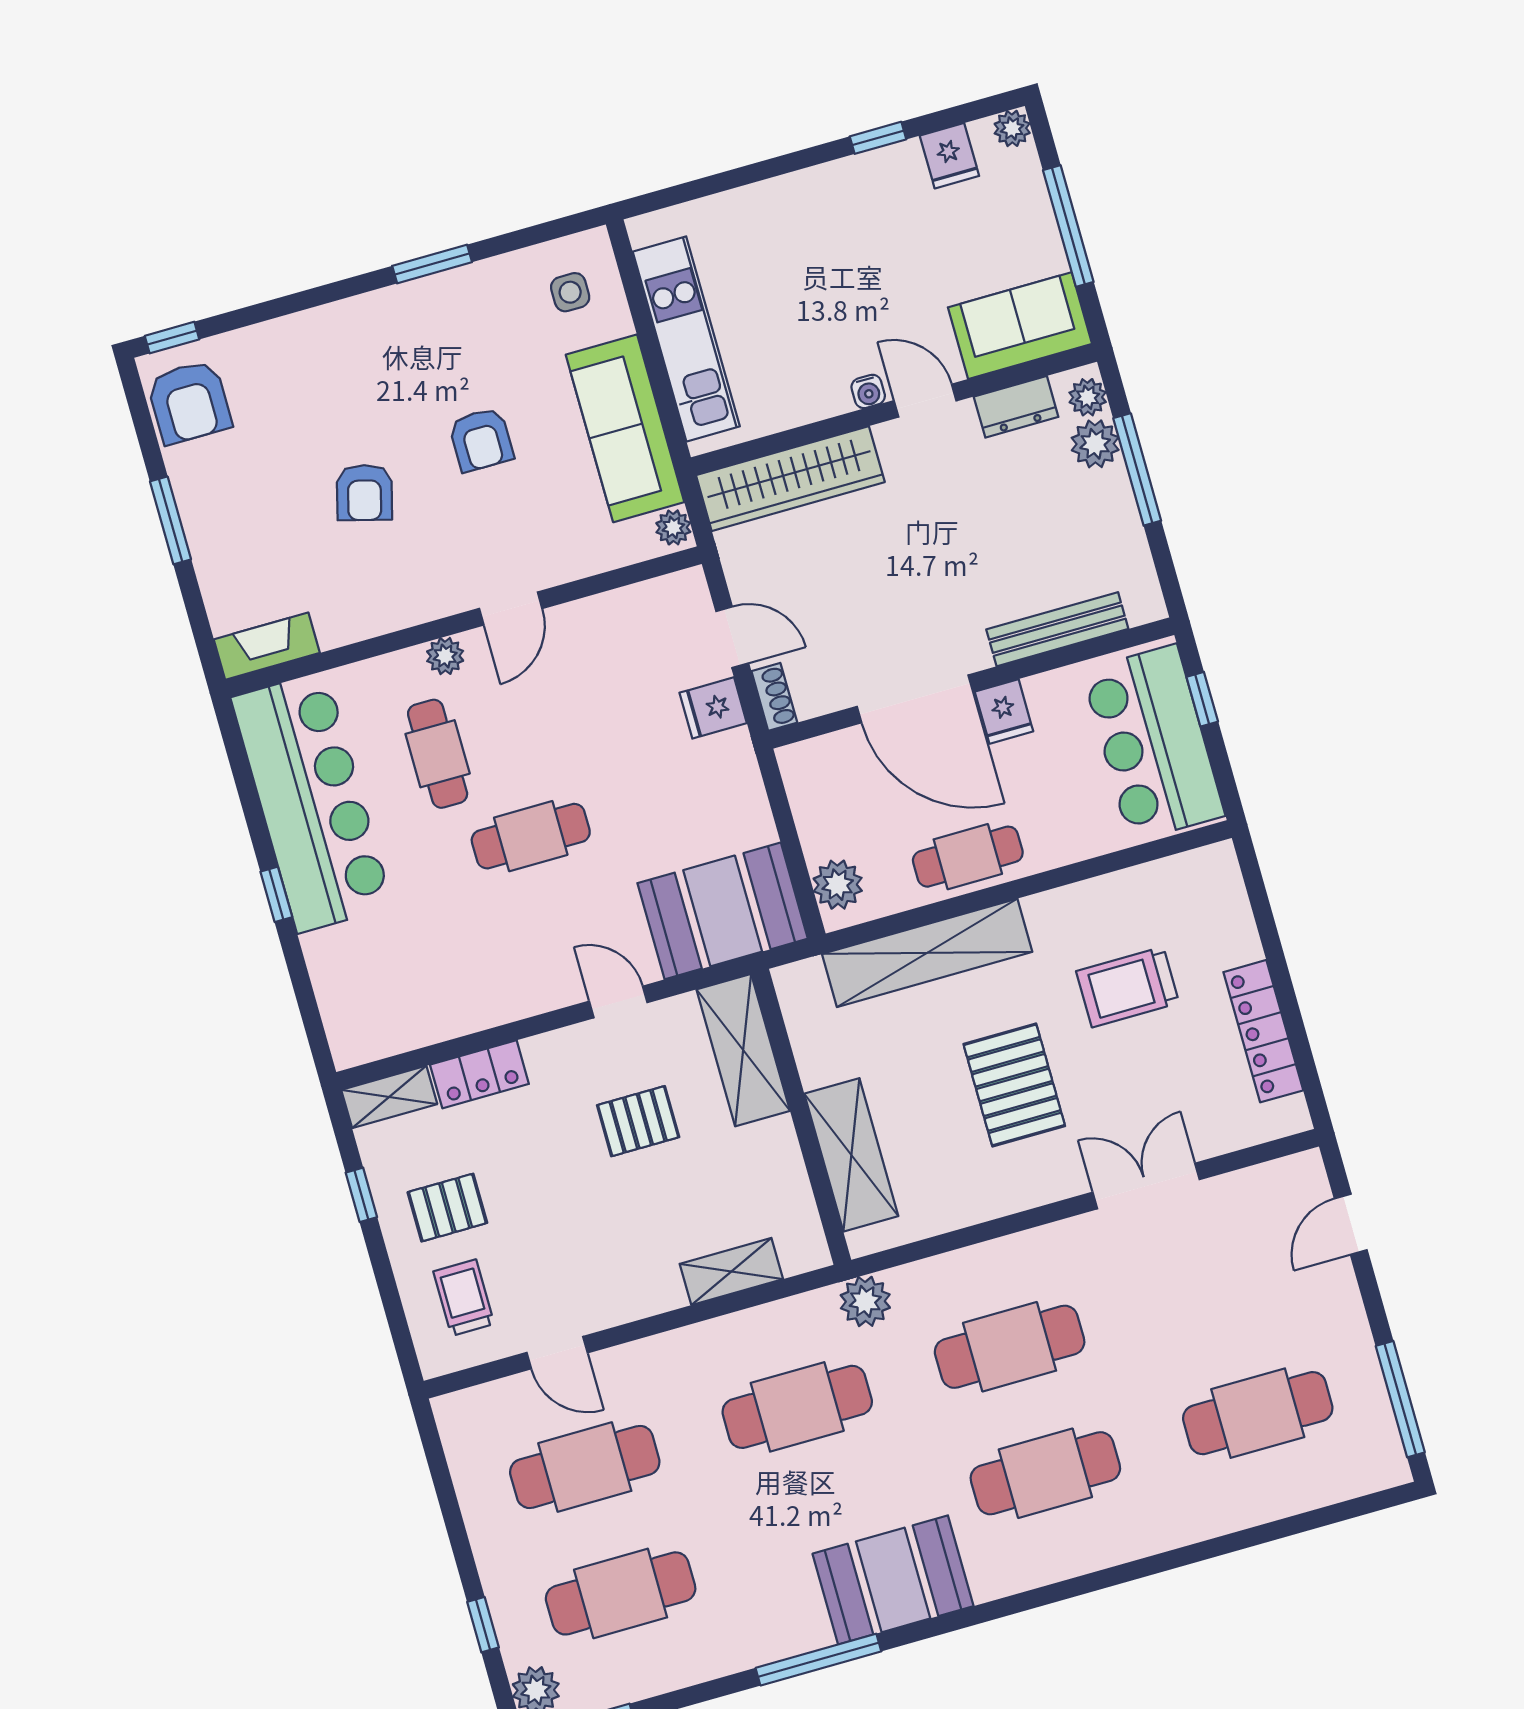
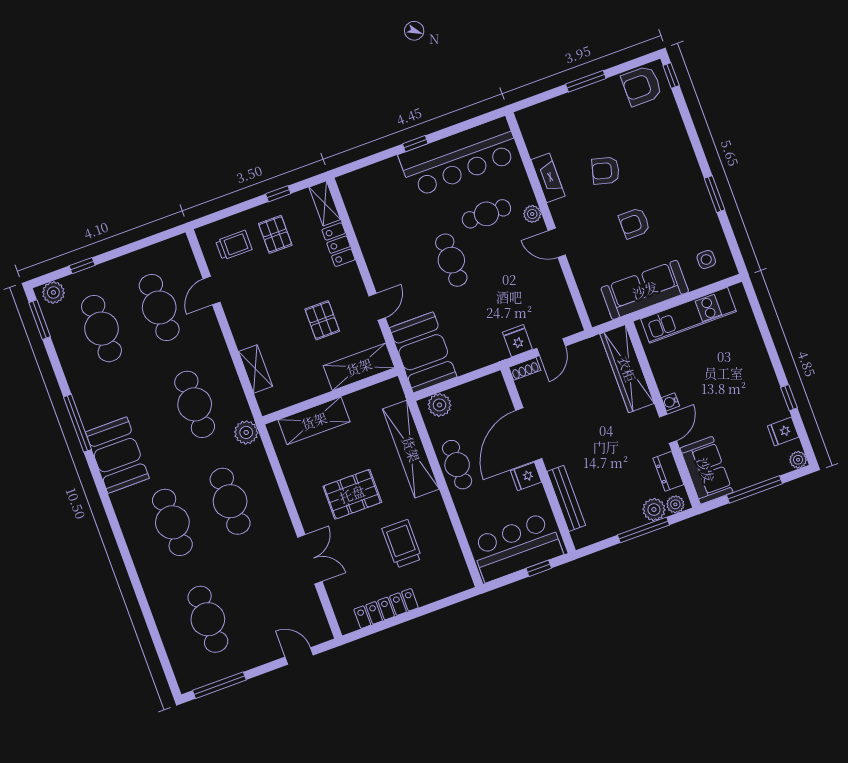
plant: (673, 527) -> (600, 316), removed
fireplace: (267, 646) -> (548, 178), moved

